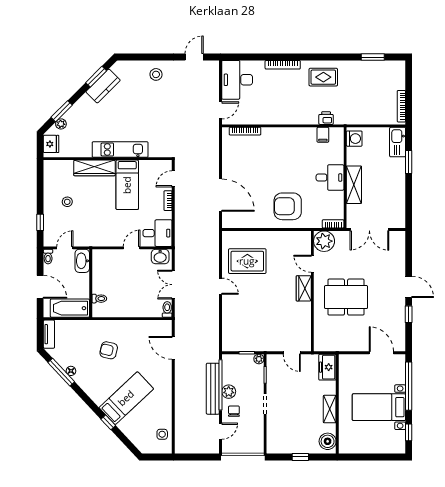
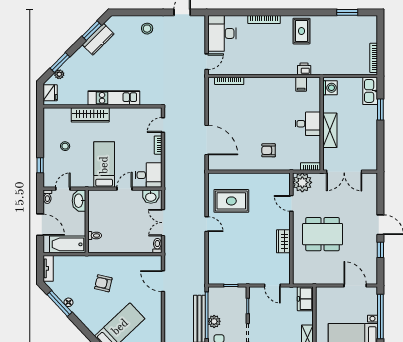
rug: (323, 77) -> (301, 31), turned 90
bed: (127, 185) -> (104, 165), moved, turned 180
armchair: (288, 206) -> (269, 150), width x0.53, depth x0.53
wardrobe: (304, 288) -> (283, 241), moved
plant: (259, 359) -> (242, 291), removed

